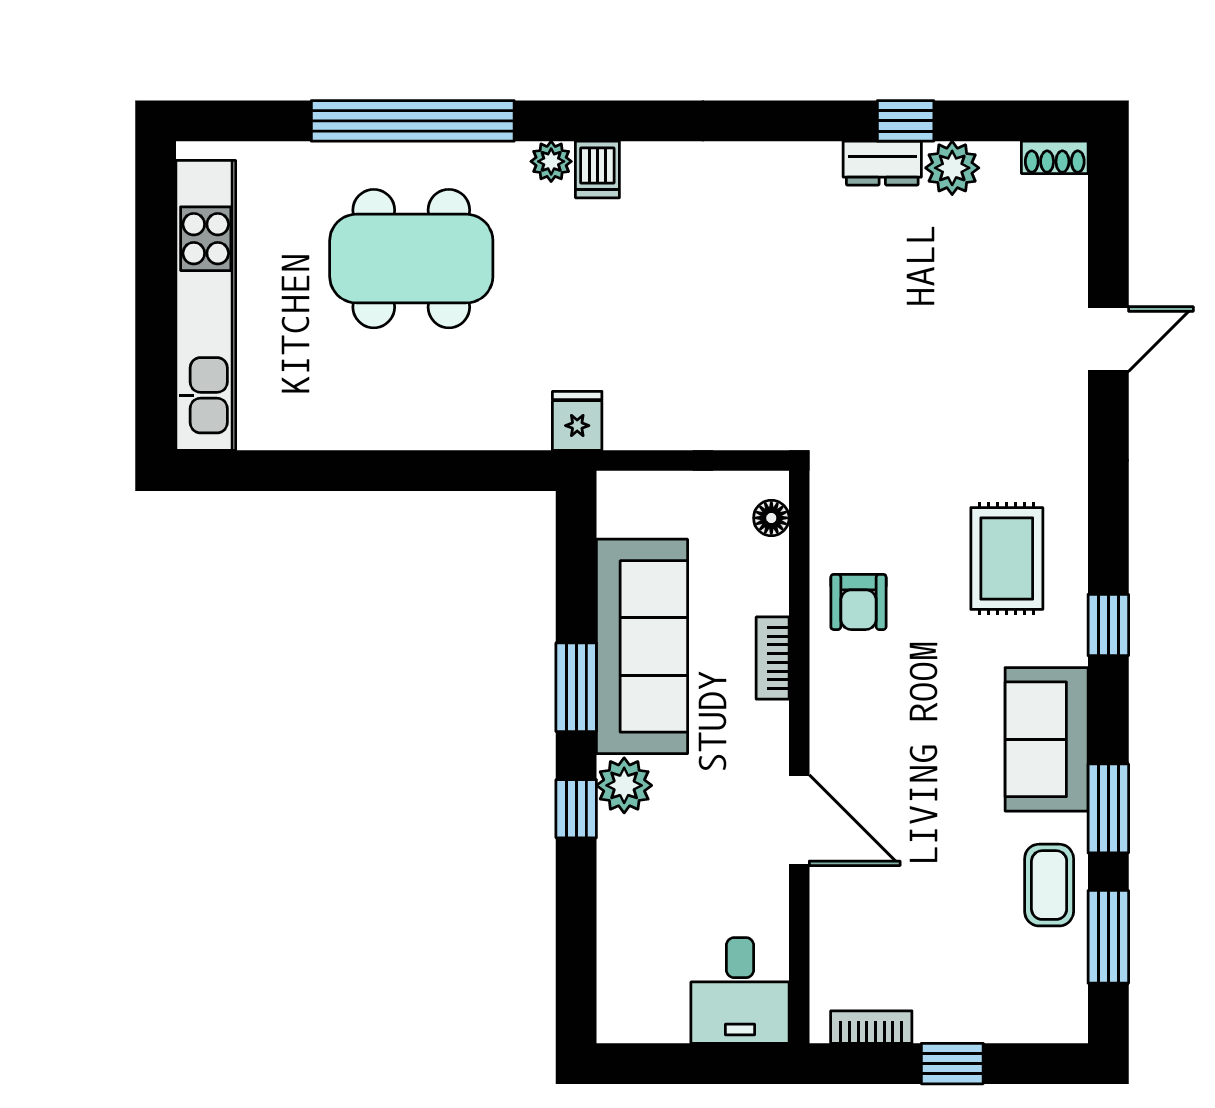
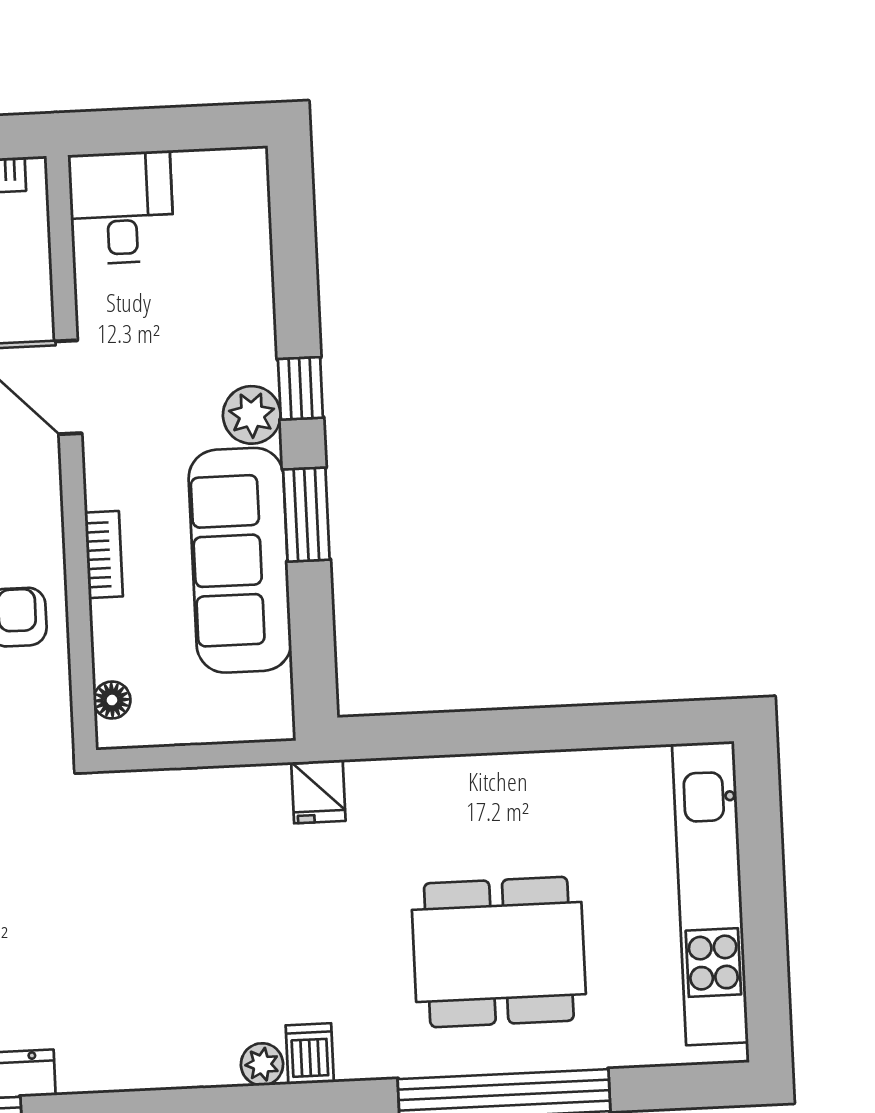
plant: (551, 161) -> (262, 1064), moved

